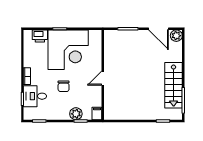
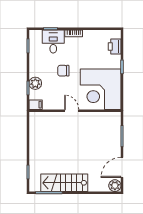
corner desk: (68, 50) -> (101, 89), moved

